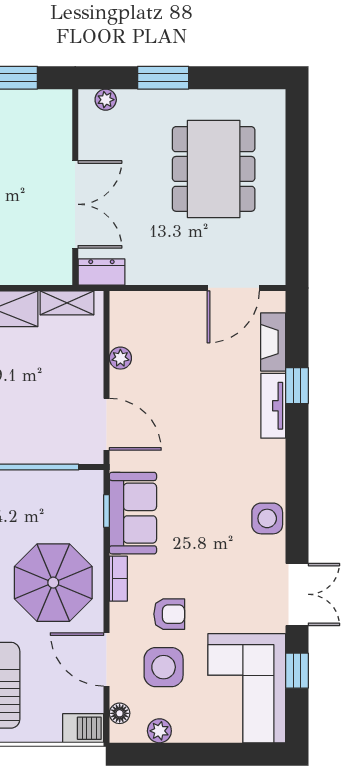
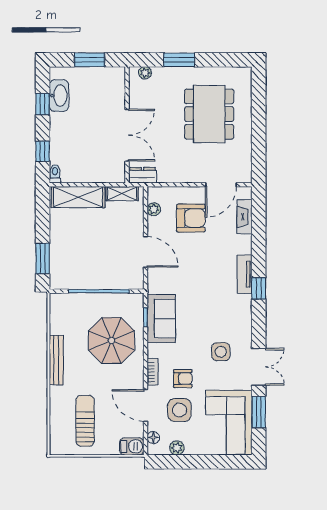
armchair: (183, 344) -> (191, 218), added
plant: (120, 358) -> (154, 209), moved
window: (297, 386) -> (259, 288), moved
tv unit: (273, 406) -> (245, 274), moved
door: (107, 424) -> (146, 252), moved
side table: (267, 518) -> (221, 352), moved
bookcase: (118, 579) -> (153, 372), moved
parasol: (53, 583) -> (111, 340), moved
window: (297, 671) -> (259, 412), width x1.50

